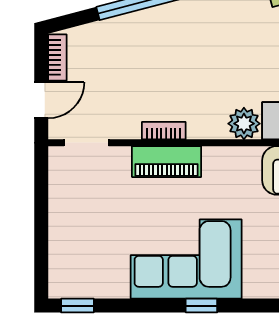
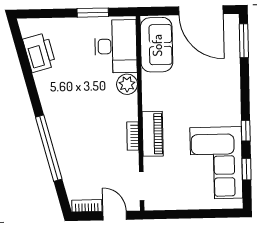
corner sofa: (186, 259) -> (216, 163), moved
window: (77, 306) -> (247, 169), moved
window: (201, 306) -> (246, 131), moved

